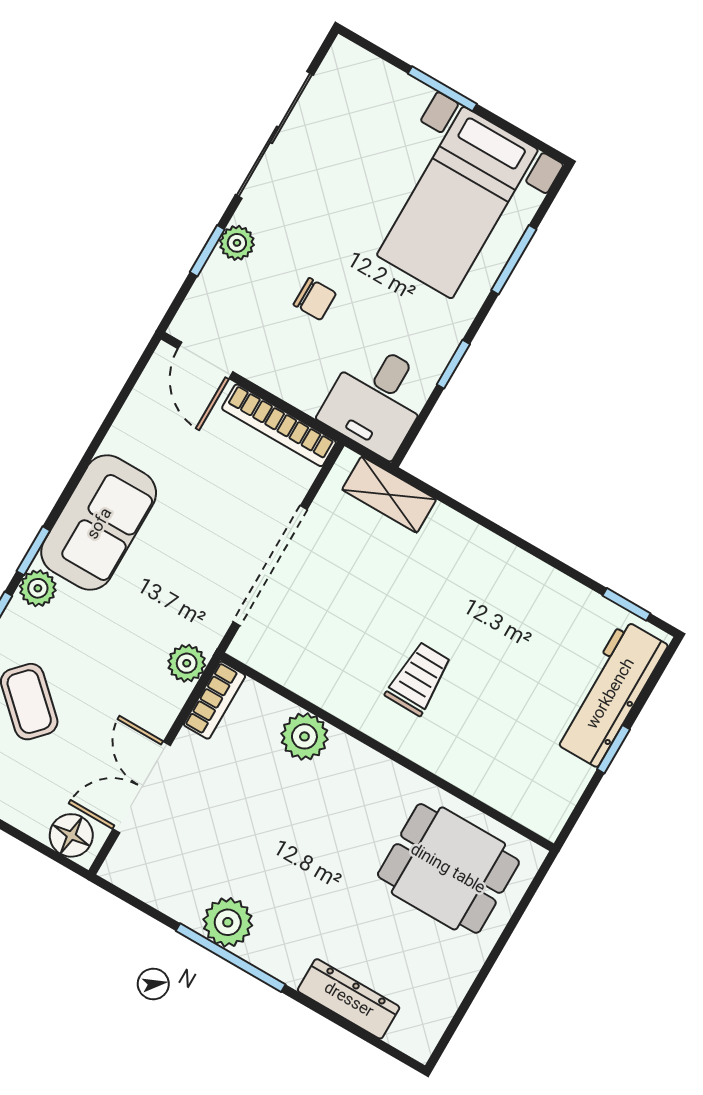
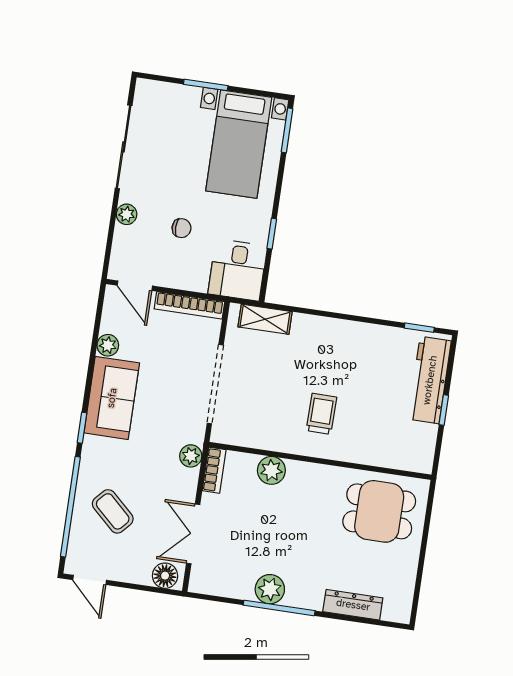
window: (207, 251) -> (112, 225), removed
window: (514, 260) -> (287, 130), moved
plant: (38, 588) -> (108, 345), moved

